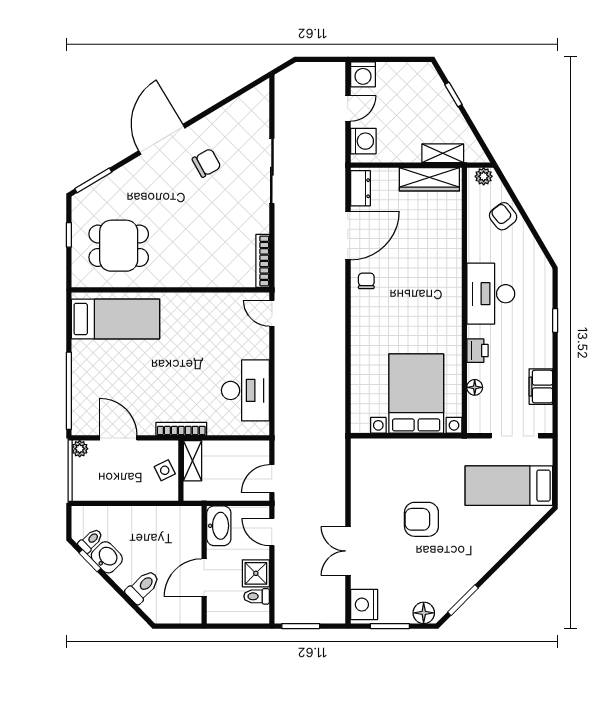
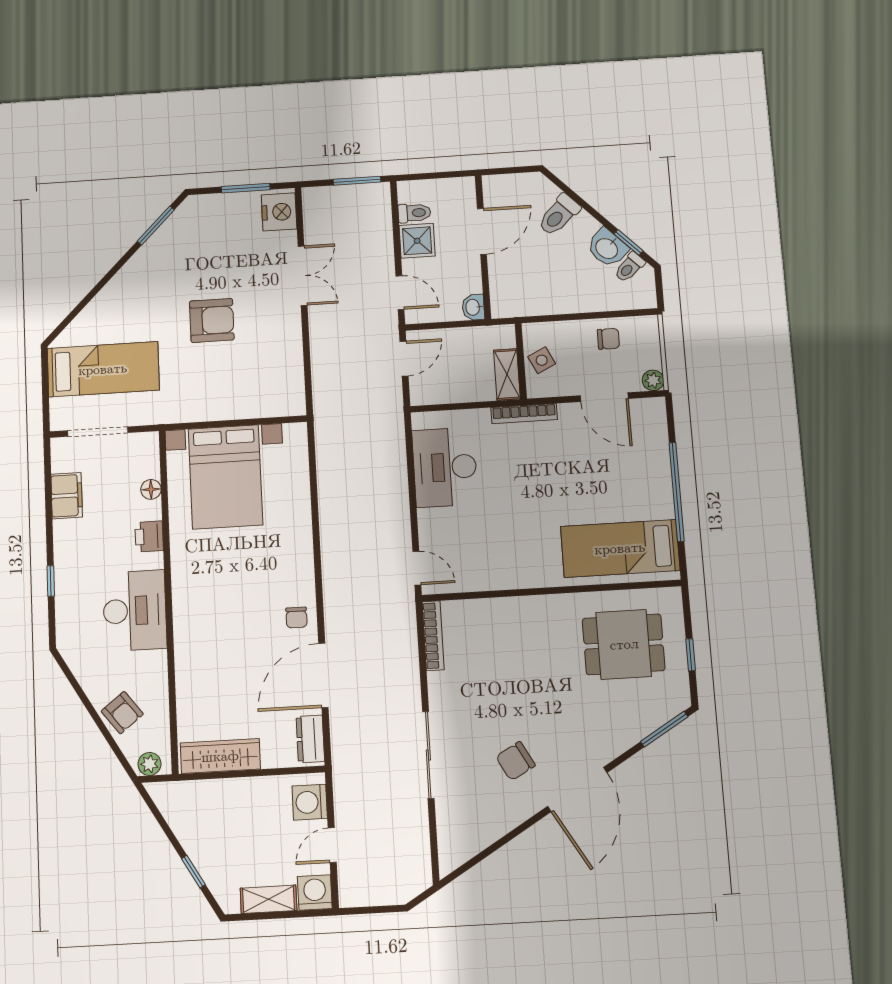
shelving: (443, 153) -> (268, 899), moved
window: (69, 391) -> (677, 492), moved
chair: (112, 484) -> (608, 339), added
washbasin: (219, 526) -> (473, 307), width x0.52, depth x0.69
floor lamp: (424, 613) -> (204, 207), removed

